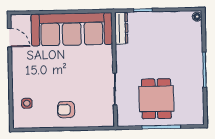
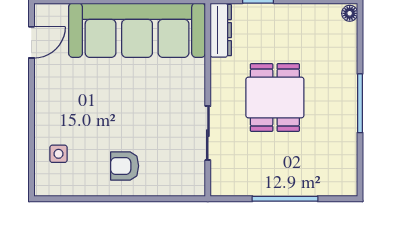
door: (10, 38) -> (31, 42), hinge flipped
dining table: (156, 99) -> (275, 97), moved

